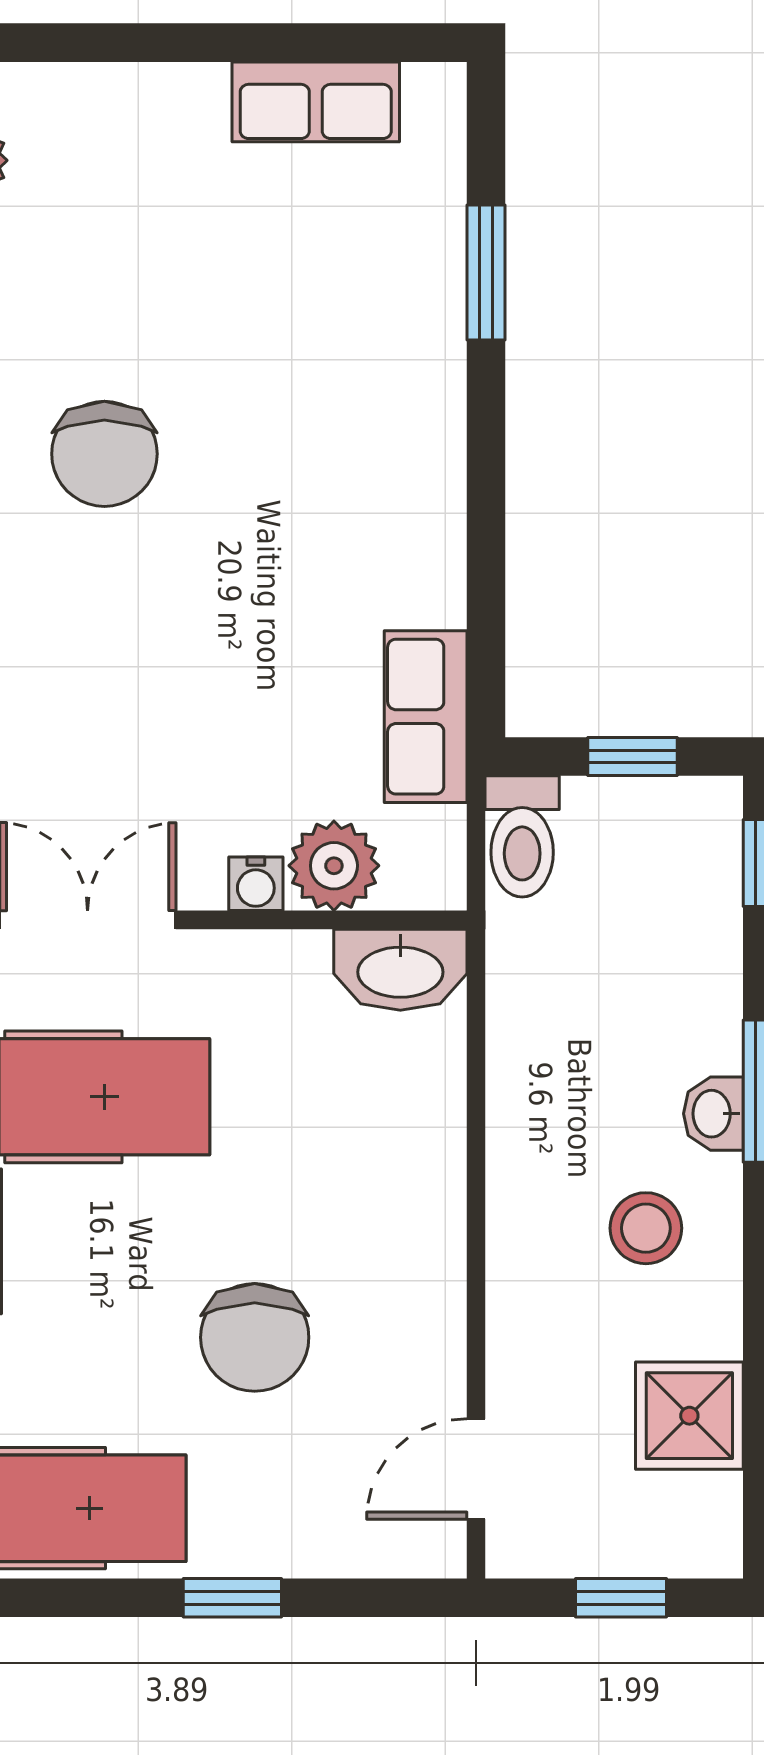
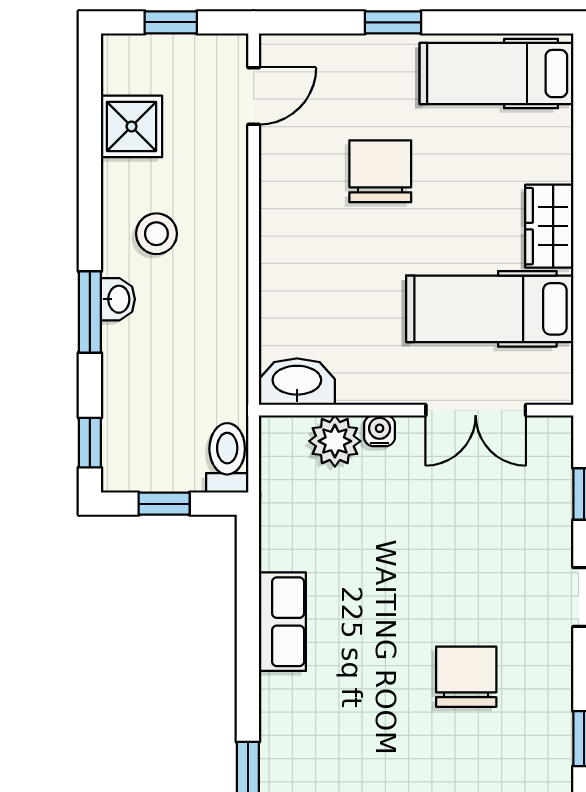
row of seats: (426, 717) -> (282, 622), moved

